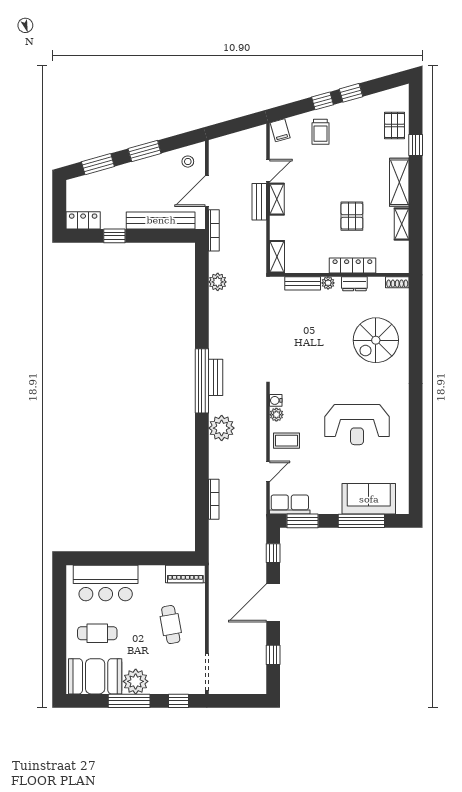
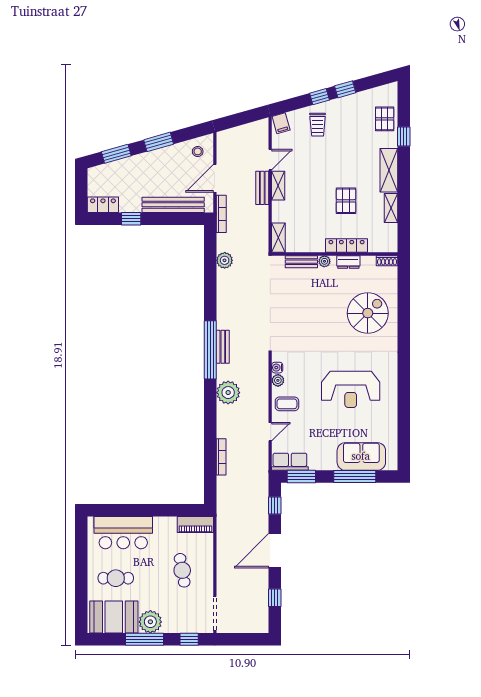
spiral stairs: (376, 340) -> (368, 313), turned 180

